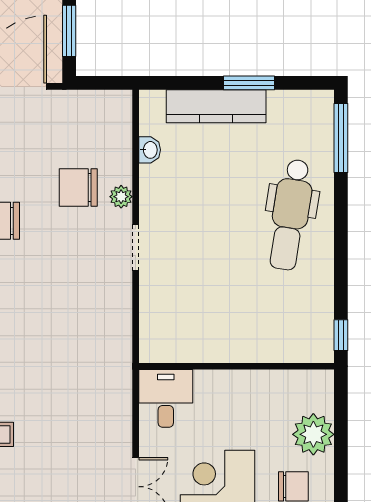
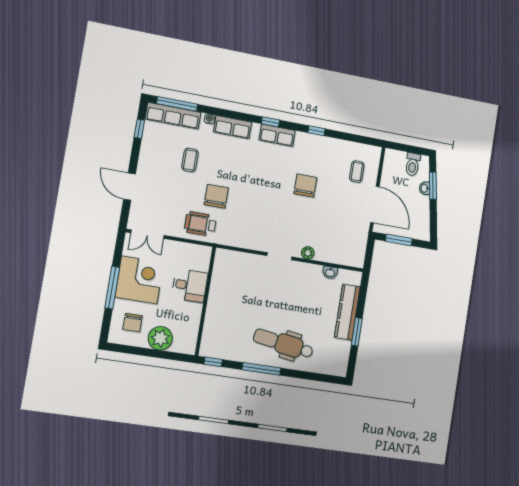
window: (341, 138) -> (261, 369), moved
chair: (78, 188) -> (216, 196), moved
wheelchair: (102, 398) -> (200, 224), added
desk: (166, 398) -> (190, 285), moved

